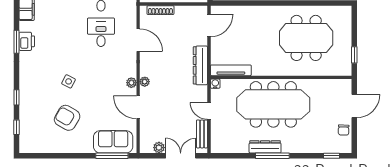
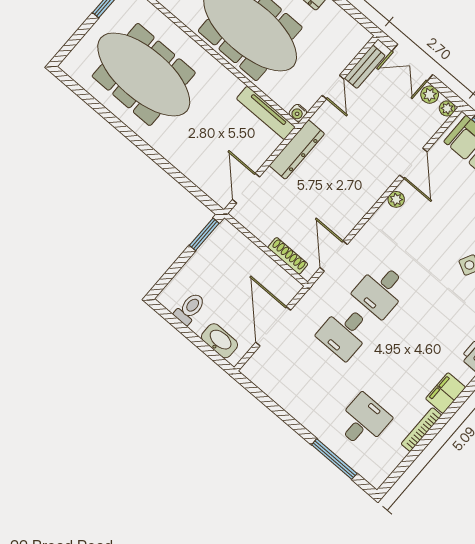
door: (209, 25) -> (246, 188), hinge flipped
meeting table: (306, 38) -> (144, 74), width x1.36
door: (138, 40) -> (334, 256), moved
plant: (145, 82) -> (447, 108), moved

